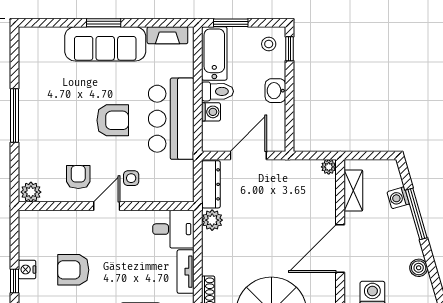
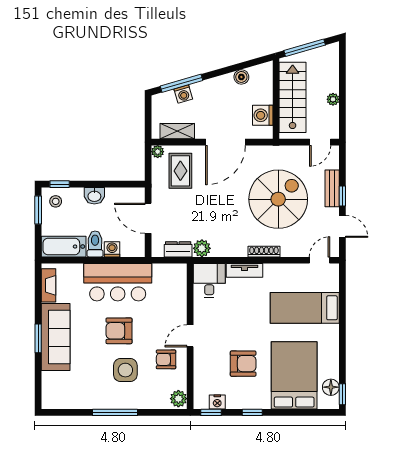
window: (231, 23) -> (38, 210), moved
armchair: (113, 120) -> (119, 331), turned -90
side table: (131, 178) -> (125, 370), moved, width x1.87, depth x1.87
dresser: (211, 184) -> (178, 249), width x0.70
rug: (306, 194) -> (180, 171), added
door: (107, 206) -> (190, 336), hinge flipped
window: (416, 214) -> (181, 83), moved
window: (14, 231) -> (211, 412), added
door: (340, 249) -> (225, 142), hinge flipped
nightstand: (27, 270) -> (217, 402), moved
armchair: (73, 270) -> (243, 364), turned -90

